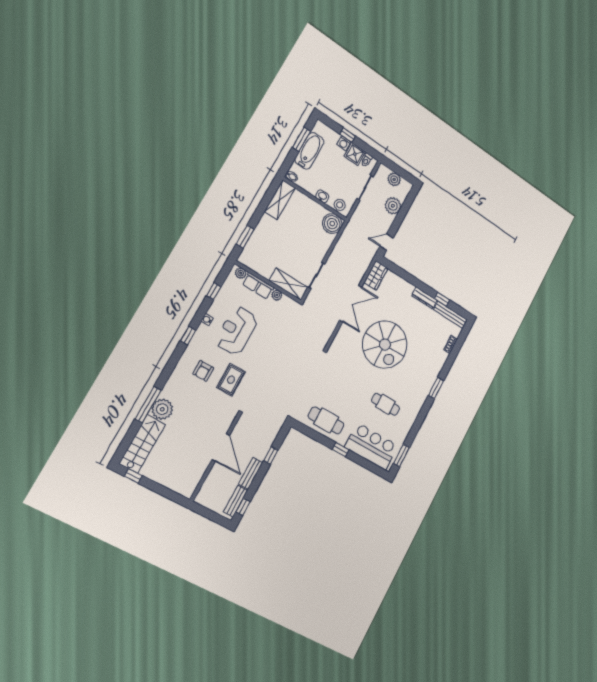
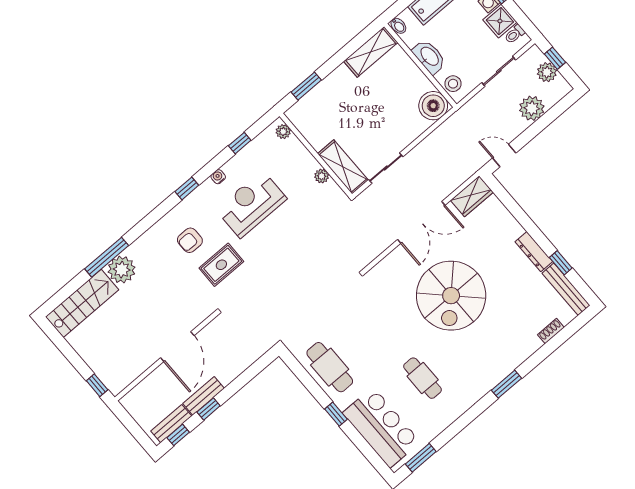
window: (396, 169) -> (555, 58), added
washbasin: (322, 196) -> (429, 57), width x1.91, depth x1.45
row of seats: (258, 286) -> (301, 156), removed
window: (271, 455) -> (209, 409), moved
window: (133, 476) -> (97, 385), moved

